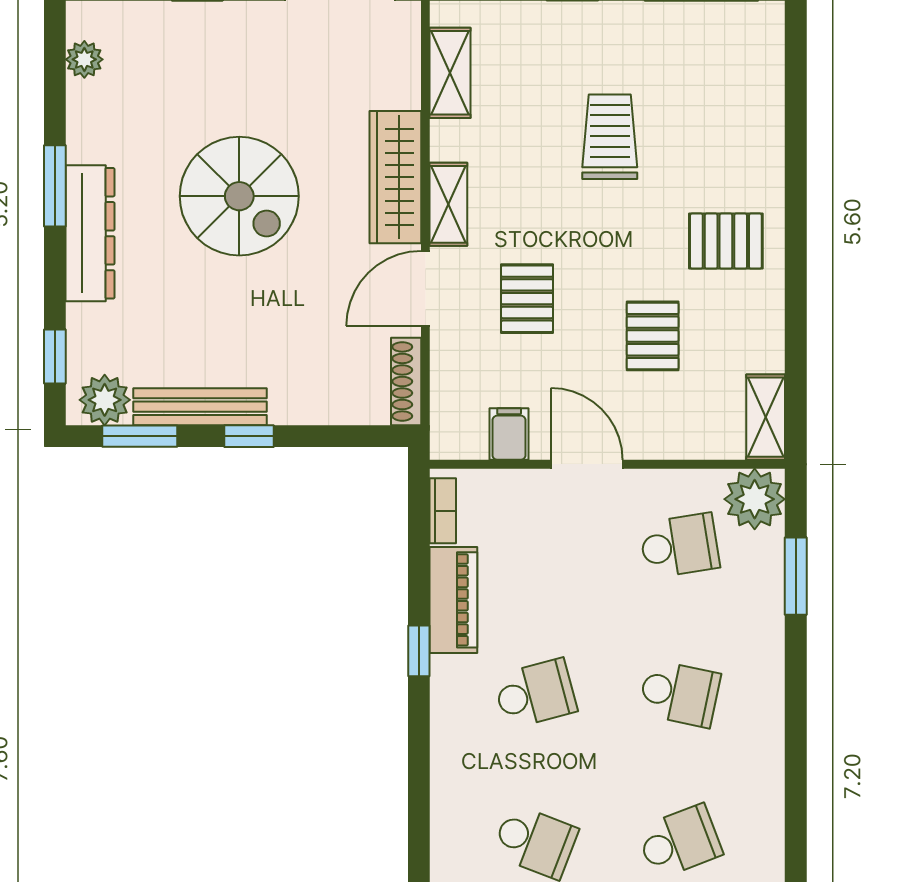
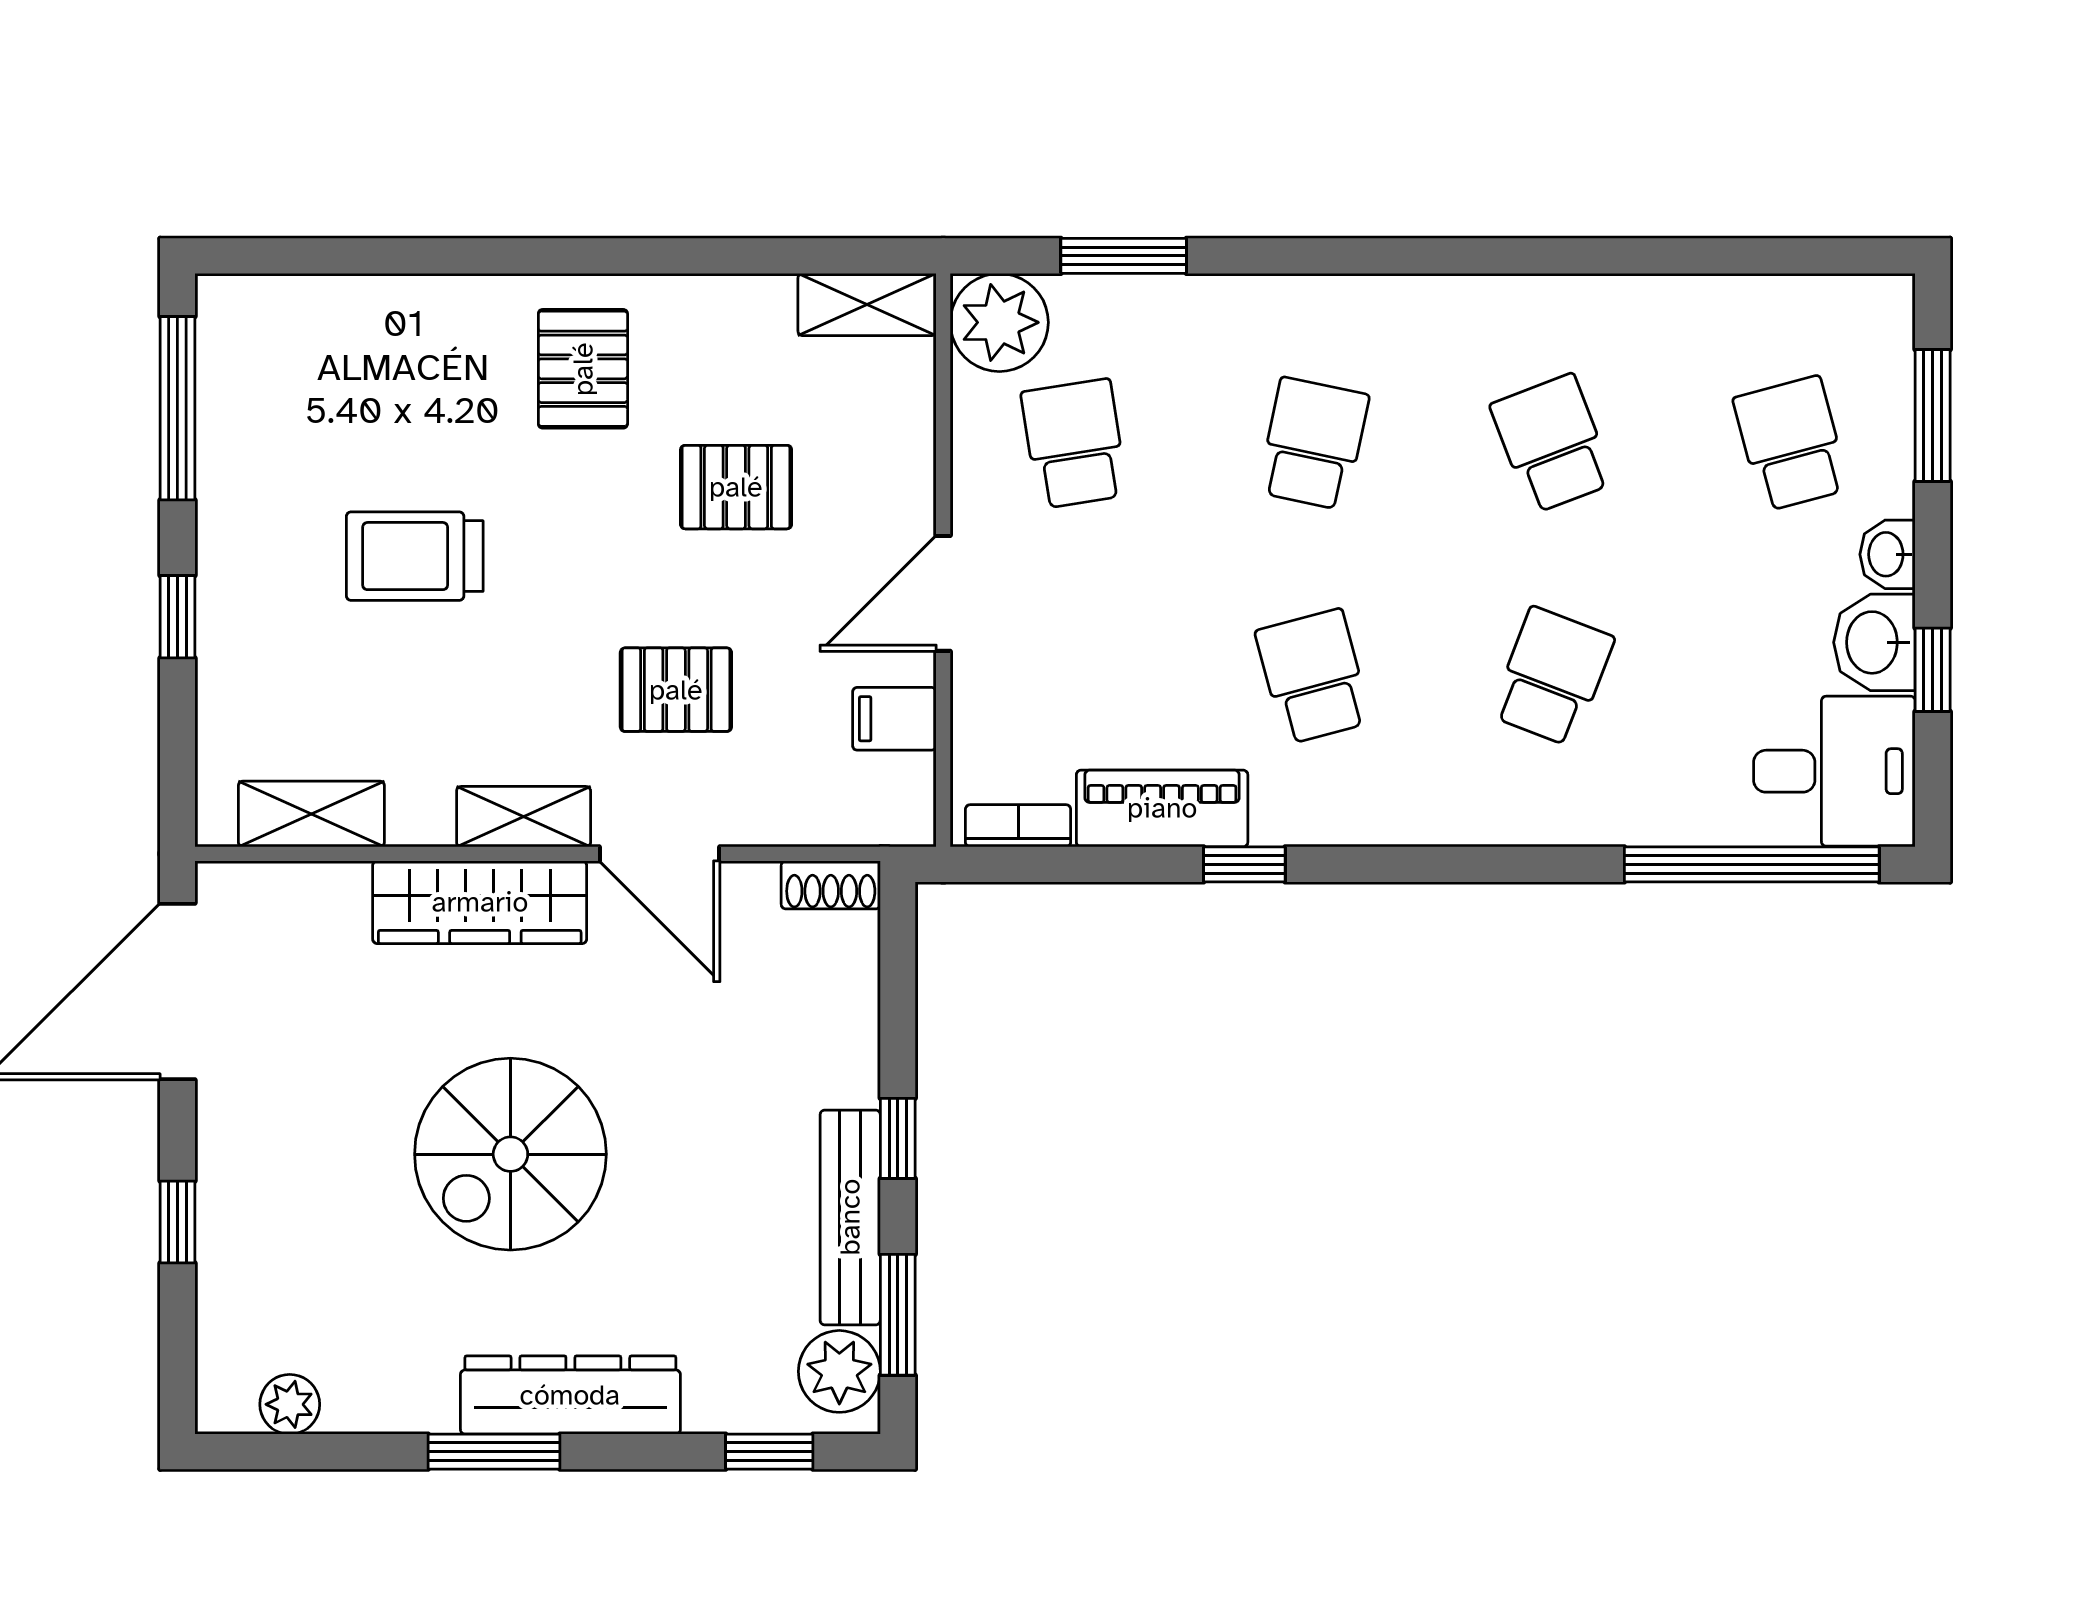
spiral stairs: (239, 196) -> (510, 1154), turned 180
shoe rack: (406, 381) -> (831, 885), width x0.70

